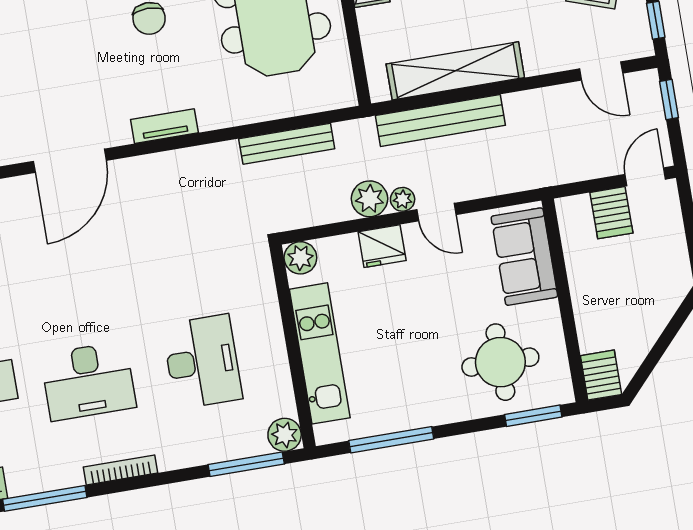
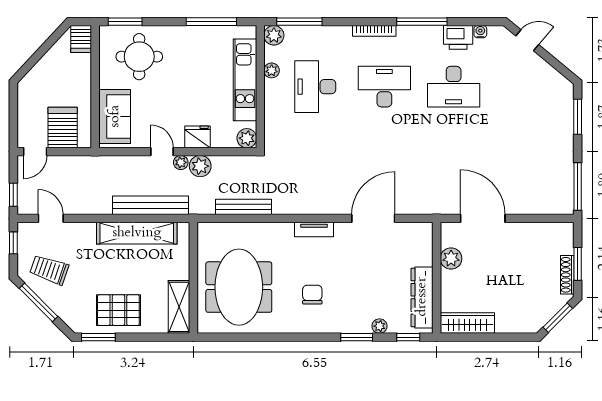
server rack: (611, 213) -> (63, 128), width x1.36, depth x1.44
plant: (279, 376) -> (272, 70), added

